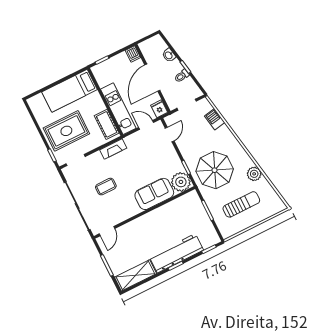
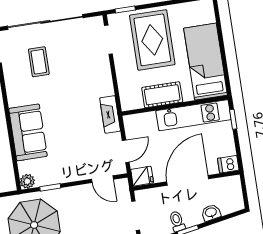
door: (152, 78) -> (188, 180), hinge flipped
kitchen unit: (118, 109) -> (194, 115), moved
cot: (107, 124) -> (162, 95), moved
fireplace: (113, 149) -> (110, 114), moved
plant: (181, 182) -> (27, 181), width x0.53, depth x0.53
coffee table: (106, 187) -> (39, 62), moved

